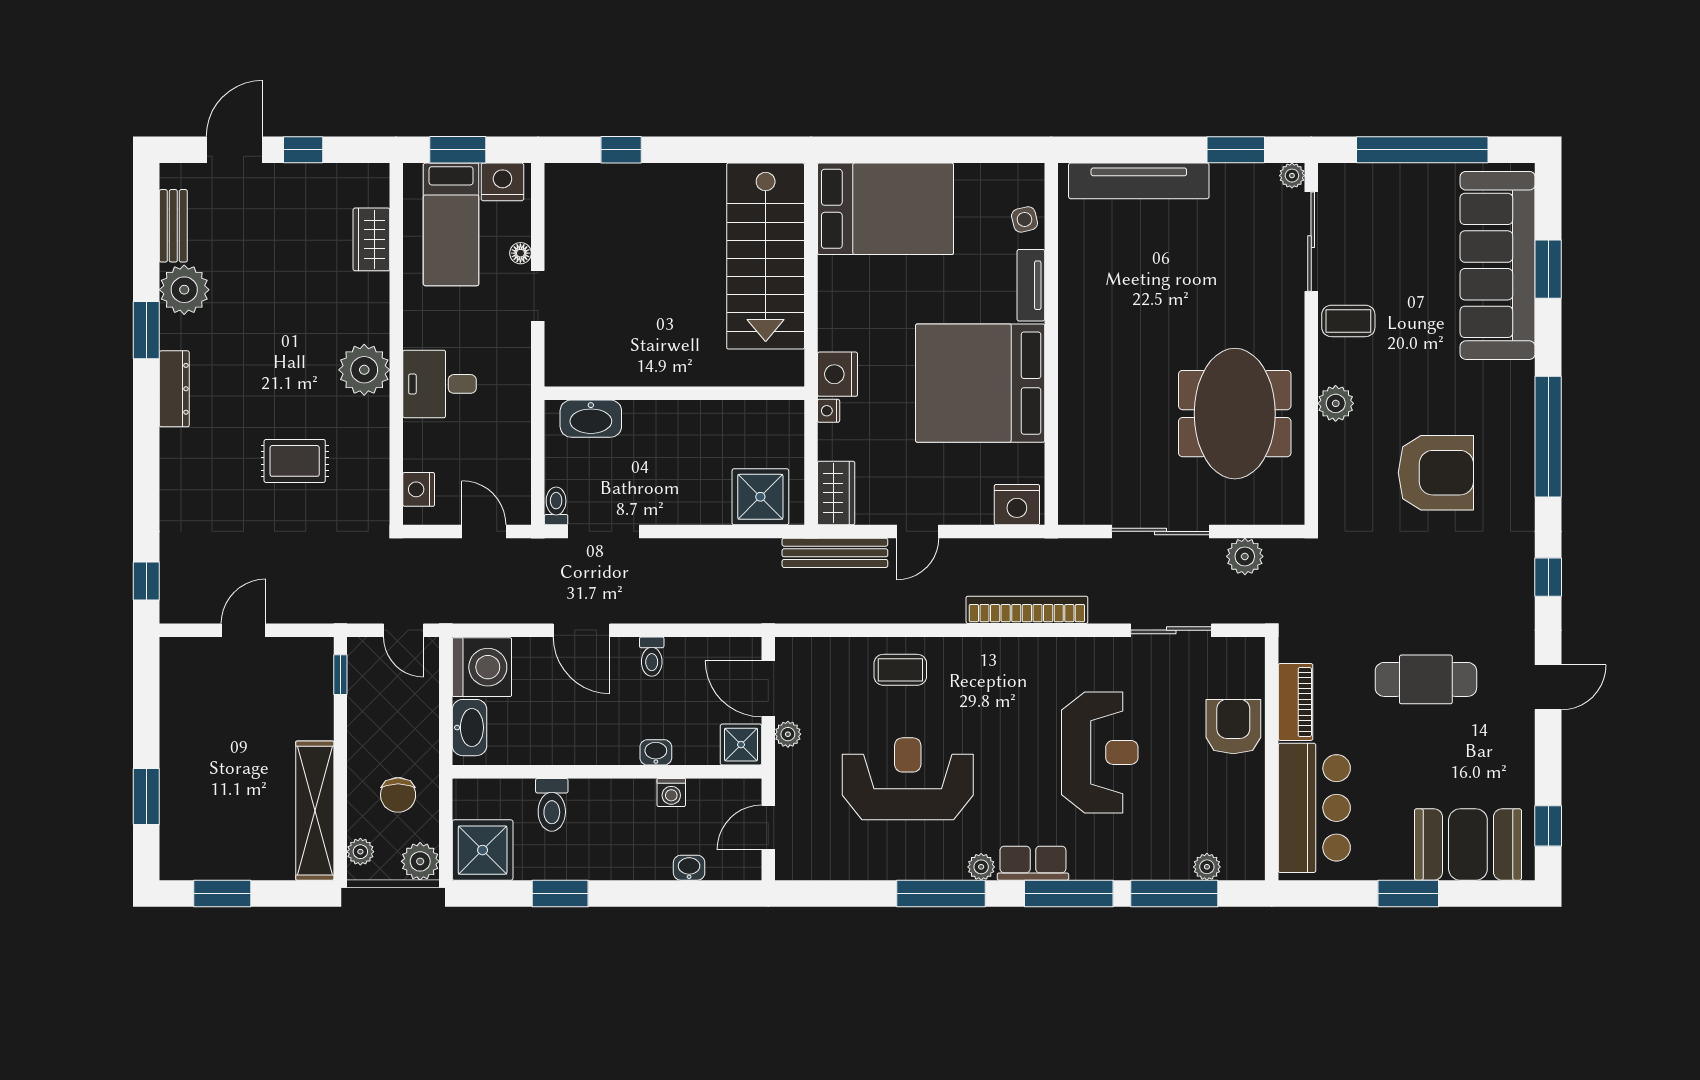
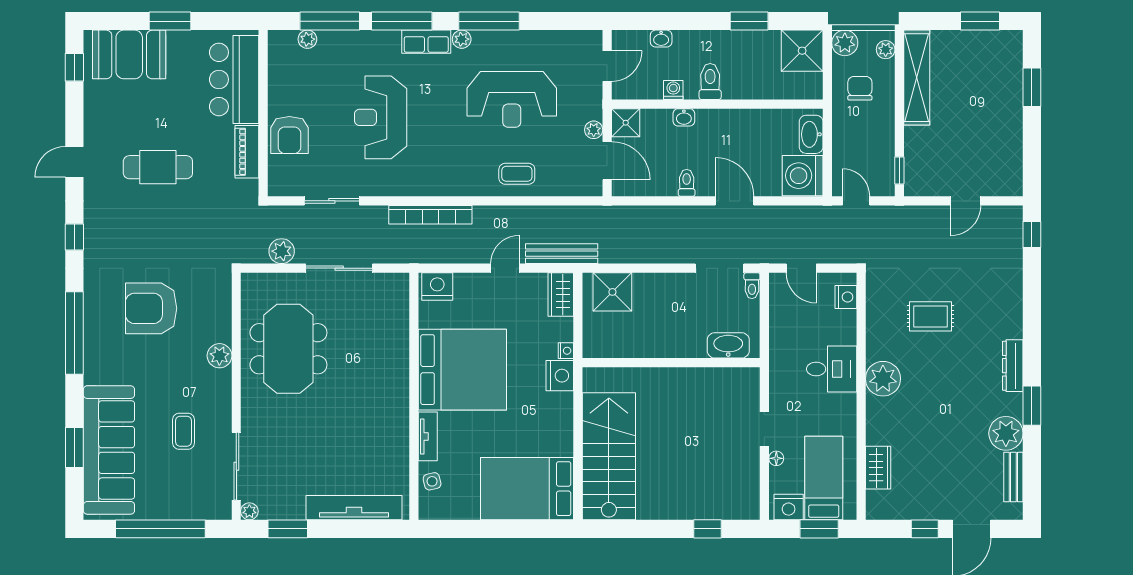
coffee table: (1348, 321) -> (183, 431), moved, turned 90
toilet: (552, 805) -> (710, 82), moved

